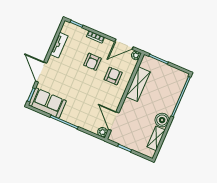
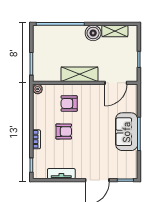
door: (124, 44) -> (31, 106), removed
shelving: (138, 84) -> (79, 74), moved
sofa: (47, 103) -> (127, 132), moved
plant: (103, 132) -> (132, 89), removed

